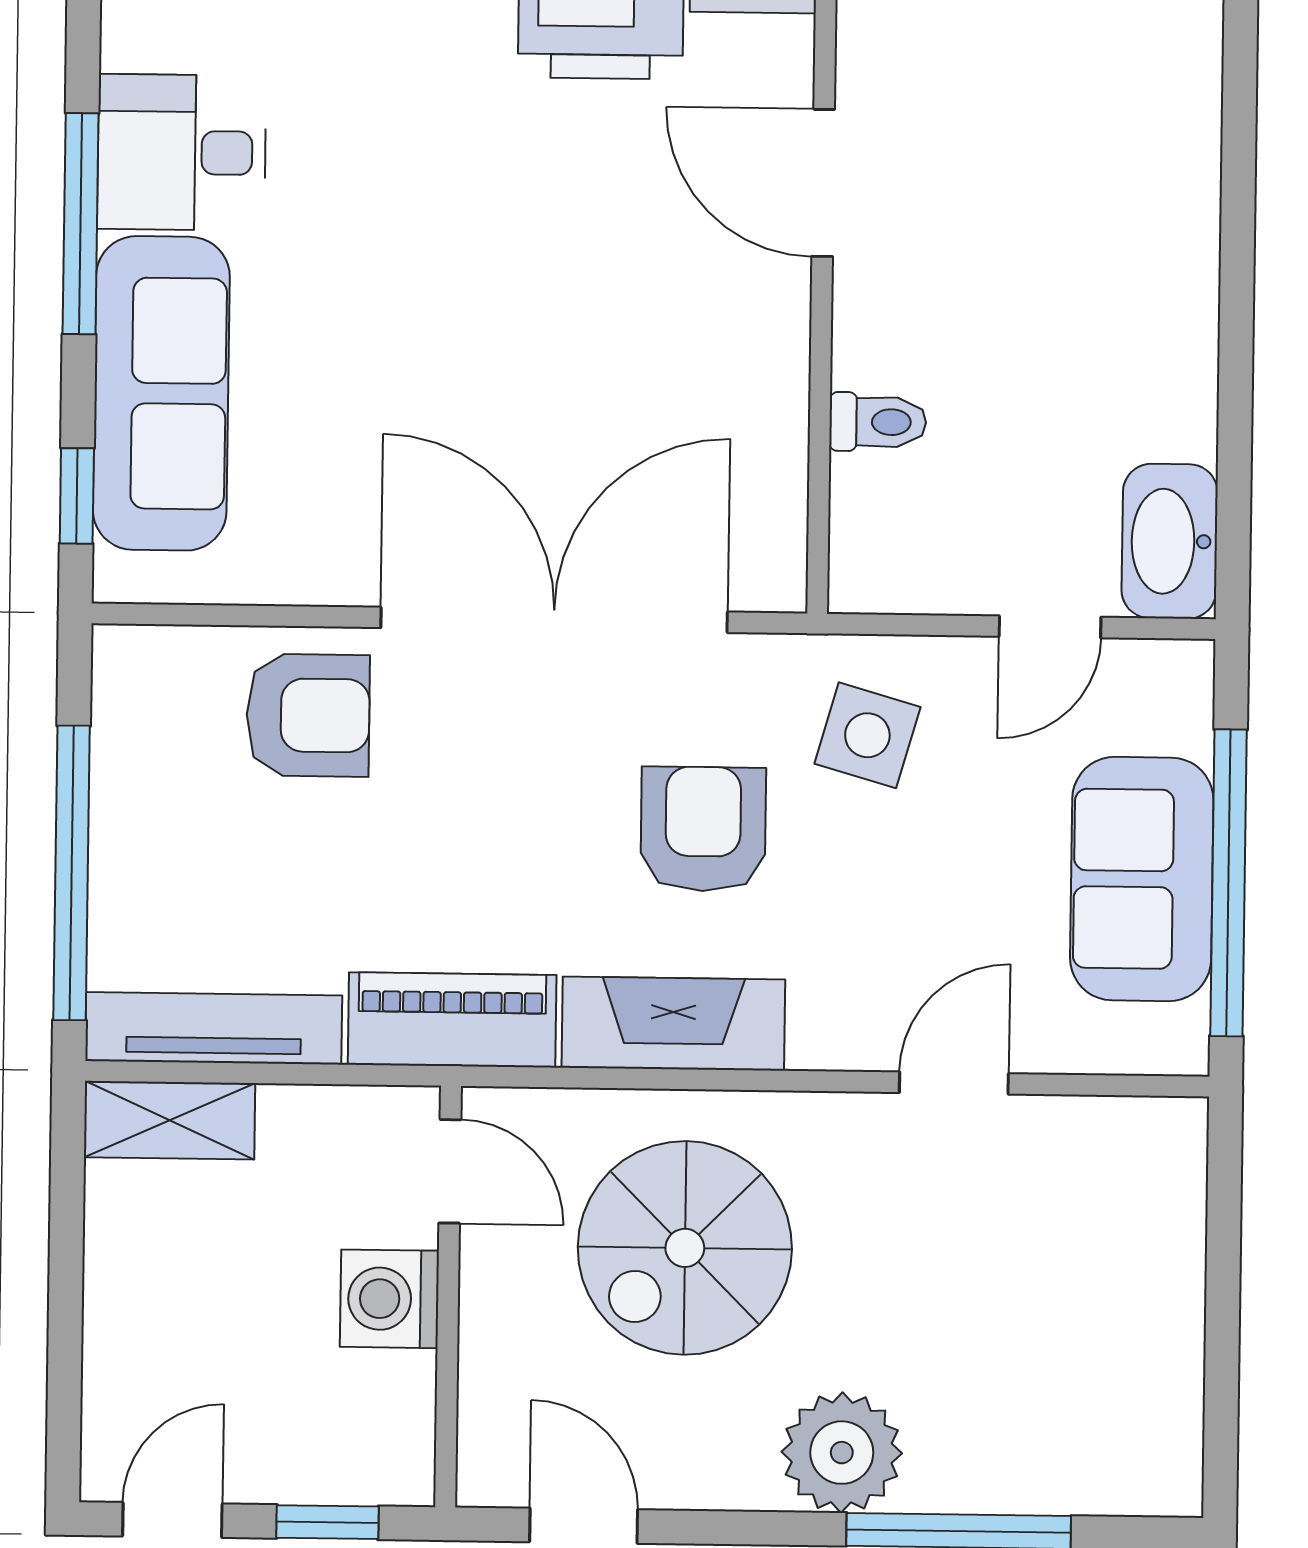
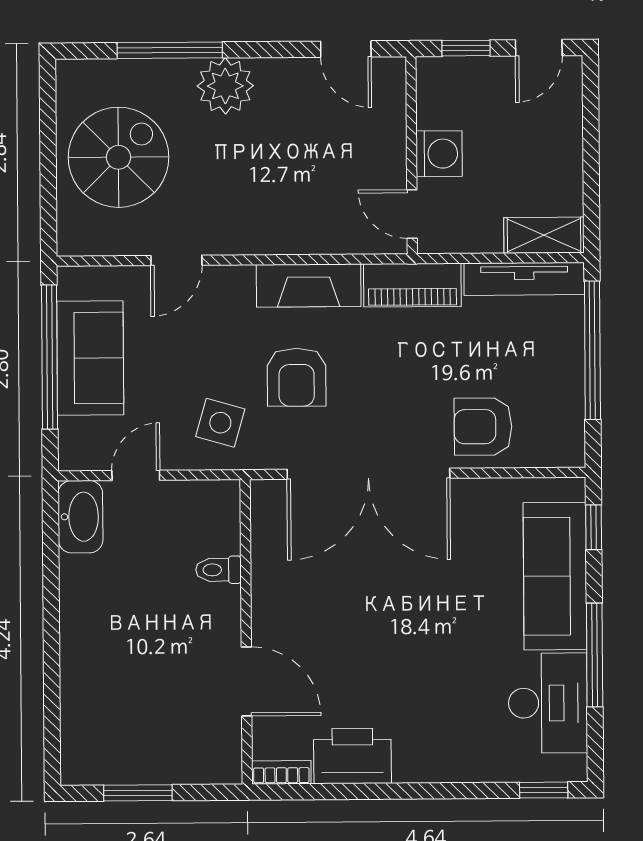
desk: (182, 152) -> (548, 703), width x1.37
spiral stairs: (685, 1248) -> (119, 157), moved

